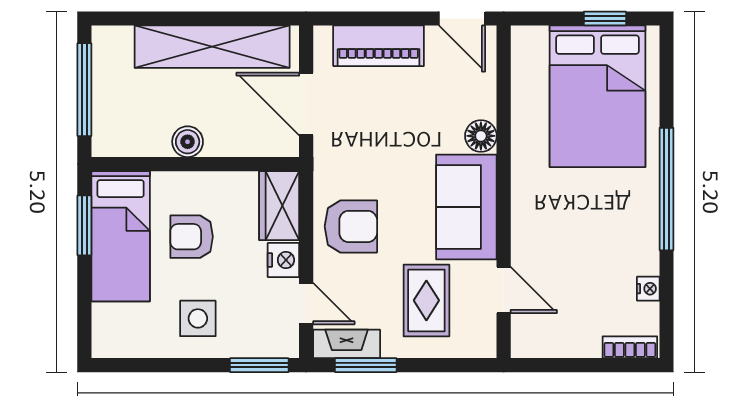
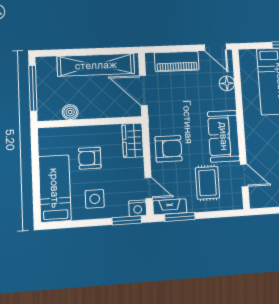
floor lamp: (481, 136) -> (227, 83), moved
boiler: (188, 142) -> (70, 112), moved
window: (84, 225) -> (35, 155), removed
bed: (121, 236) -> (55, 188), moved, turned 180
nightstand: (283, 260) -> (138, 208), moved, turned 90

